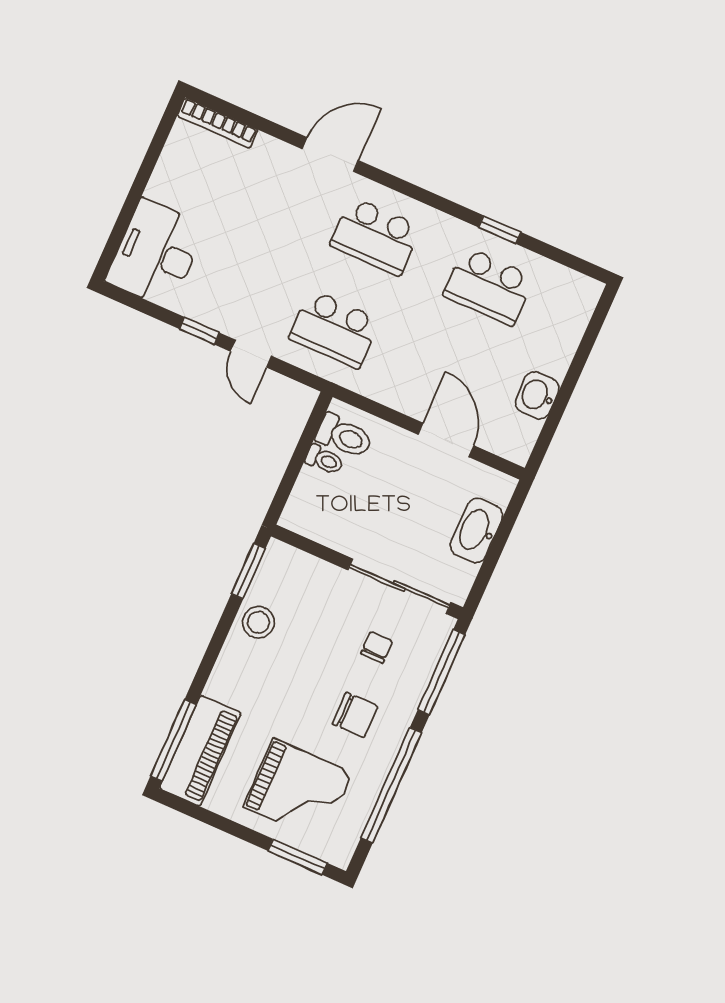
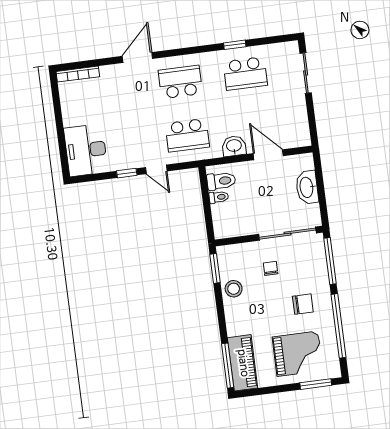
school desk: (376, 236) -> (180, 82), turned 180
sliding door: (587, 345) -> (306, 73), added
washbasin: (537, 395) -> (234, 146), moved, turned 90
chair: (377, 647) -> (271, 268), moved

